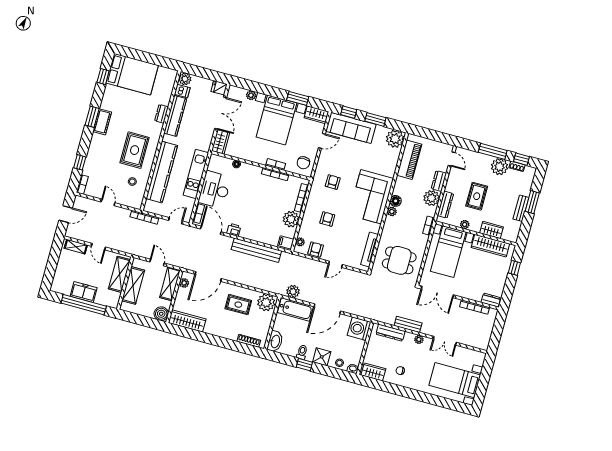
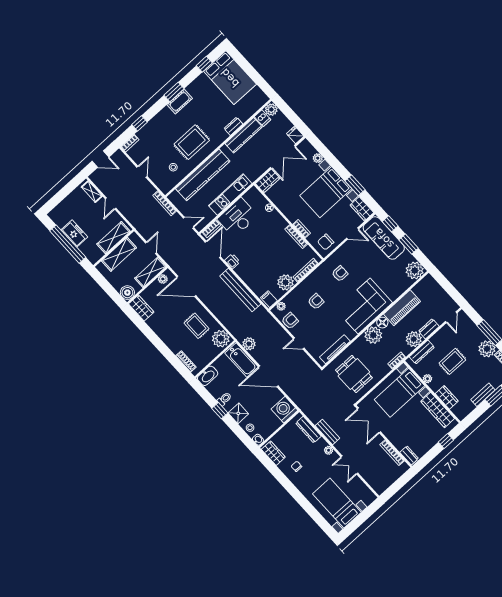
piano: (409, 160) -> (402, 308), moved
plant: (392, 211) -> (373, 335), width x1.87, depth x1.87
wardrobe: (187, 321) -> (141, 308), width x0.67

